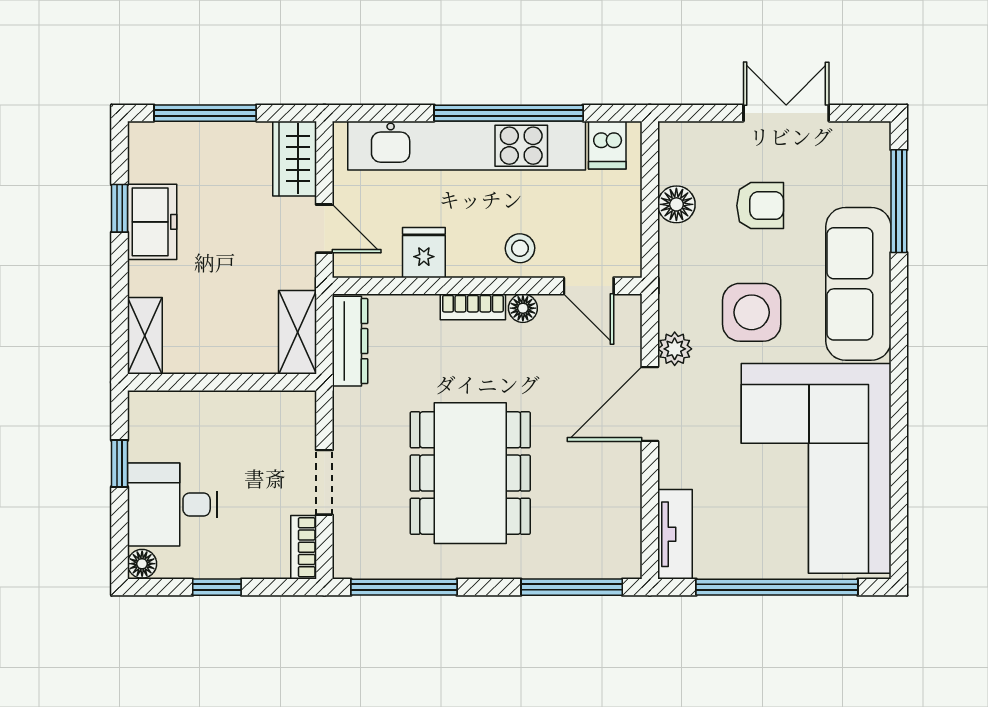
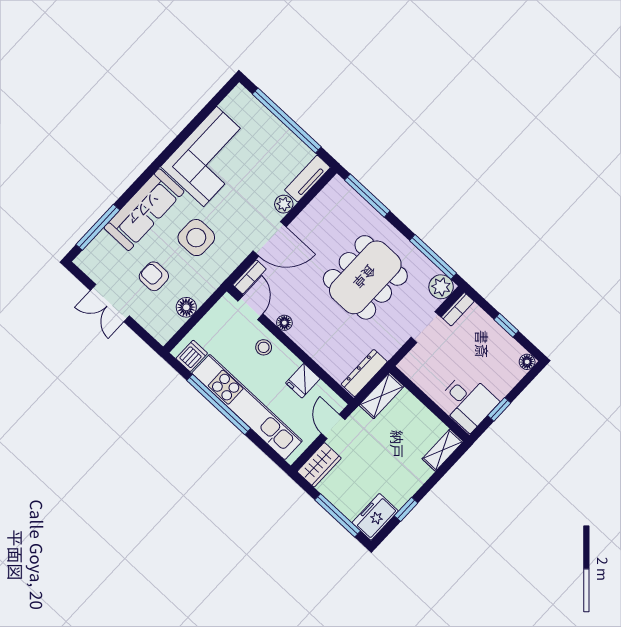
freezer: (152, 222) -> (375, 517), moved
bookcase: (473, 307) -> (249, 277), moved, turned 90
plant: (675, 349) -> (284, 204), moved
corner sofa: (816, 468) -> (210, 156), width x0.73, depth x0.74
desk: (172, 504) -> (468, 402), moved
plant: (355, 557) -> (441, 287), added

